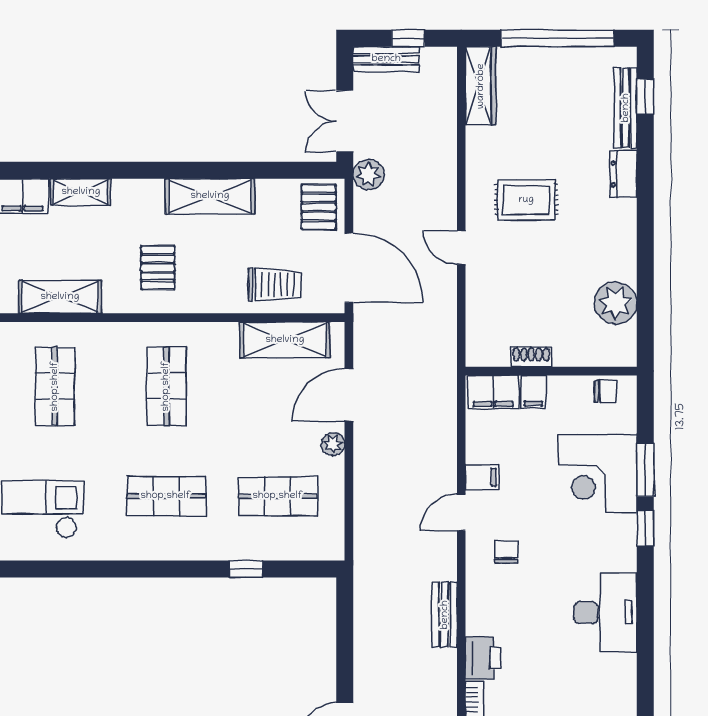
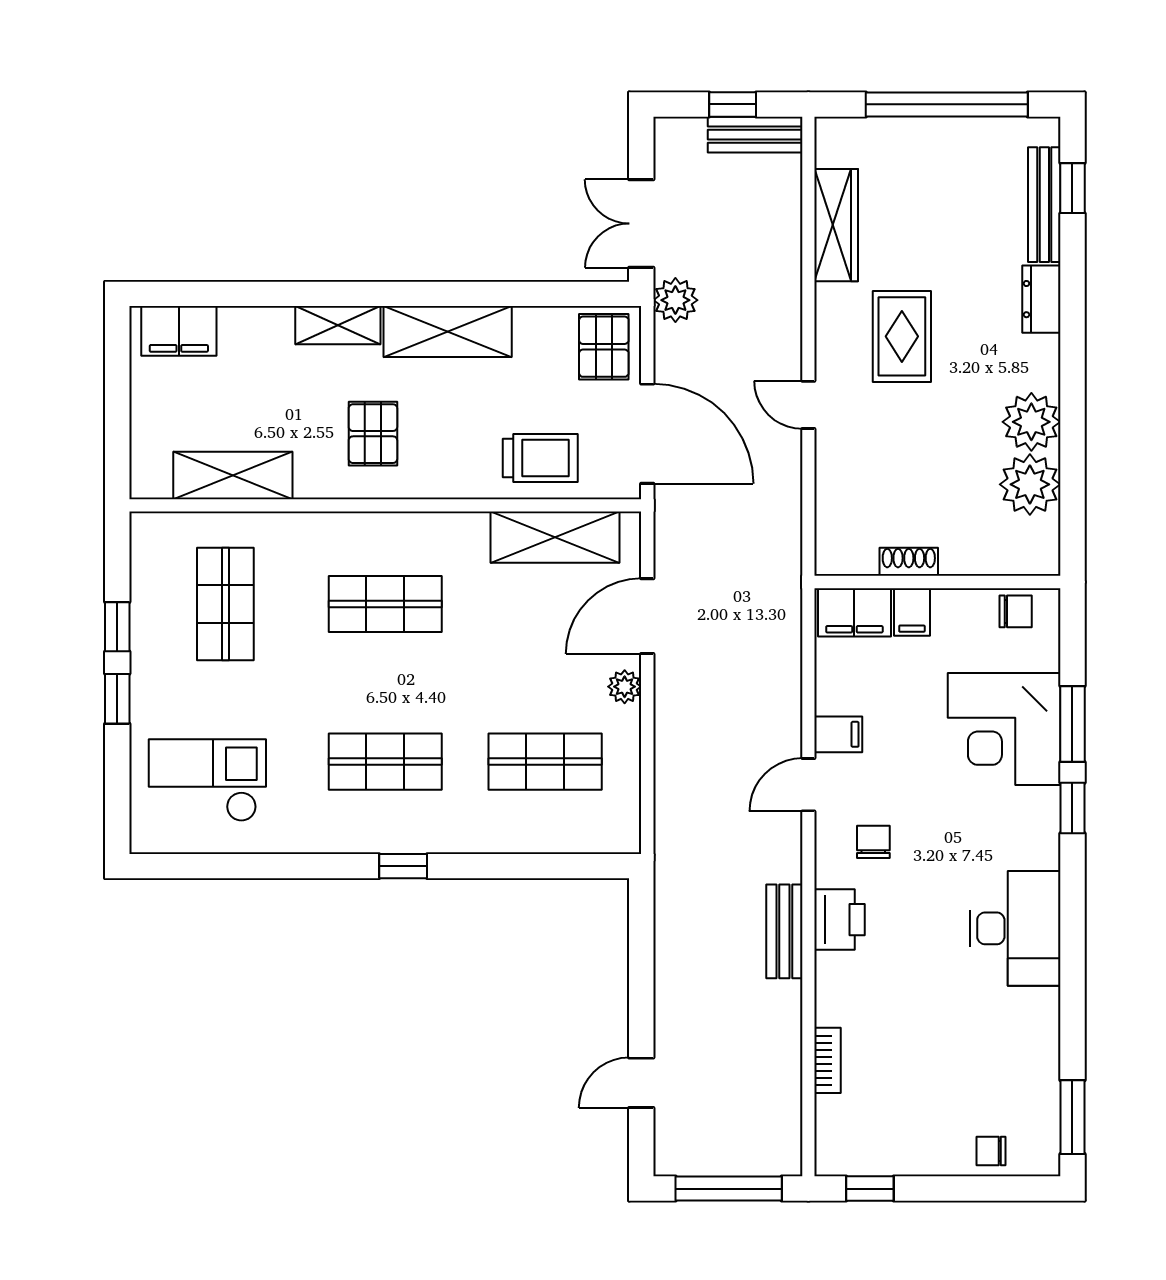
bench: (386, 59) -> (755, 135), moved
wardrobe: (481, 86) -> (836, 225), moved
shelving: (81, 192) -> (338, 325), moved
rug: (526, 200) -> (902, 336), turned 90
plant: (617, 259) -> (1031, 422), added
shop shelf: (166, 386) -> (385, 604), turned 90
window: (246, 569) -> (403, 866), moved
printer: (483, 658) -> (840, 920), moved

